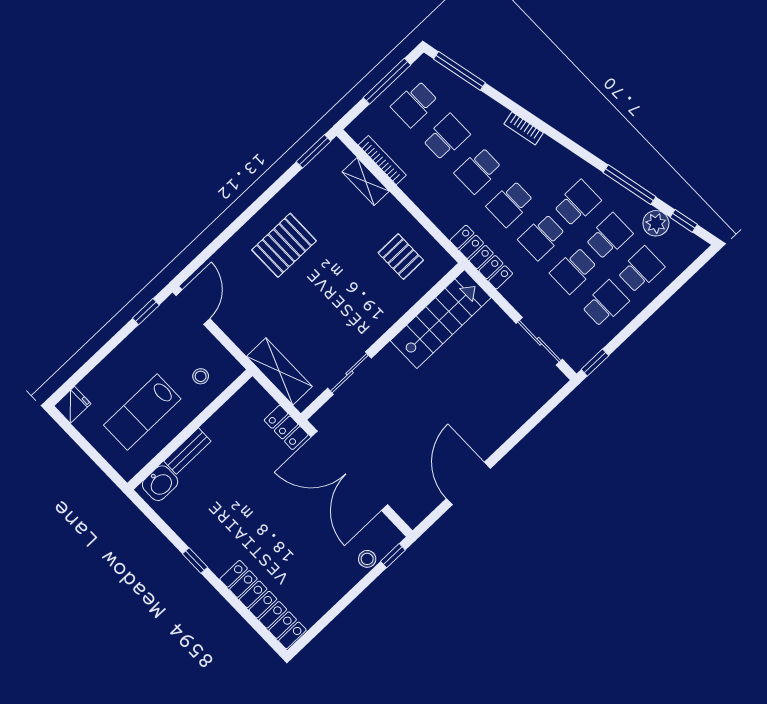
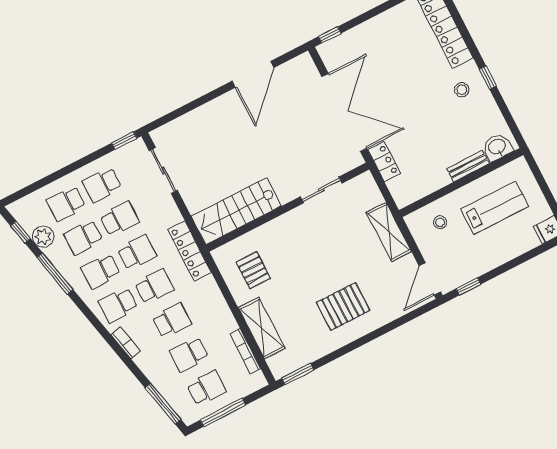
school desk: (545, 170) -> (118, 305), added
shelving: (366, 182) -> (262, 328), width x1.50, depth x1.33
shelving: (279, 371) -> (389, 232), moved
stool: (367, 559) -> (462, 90), moved

